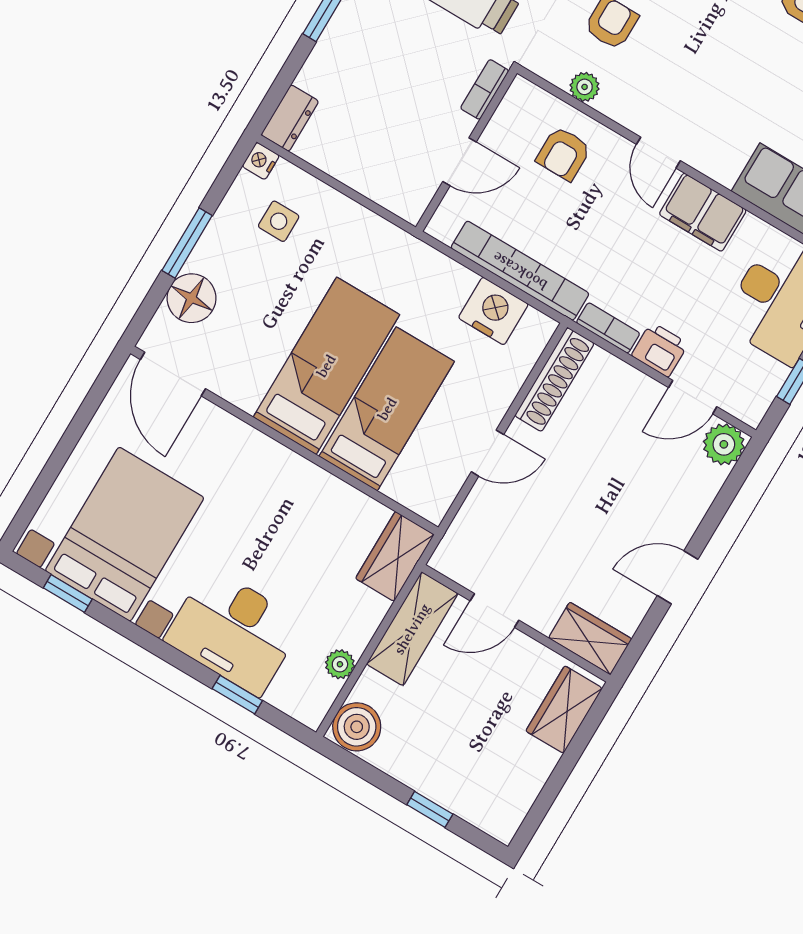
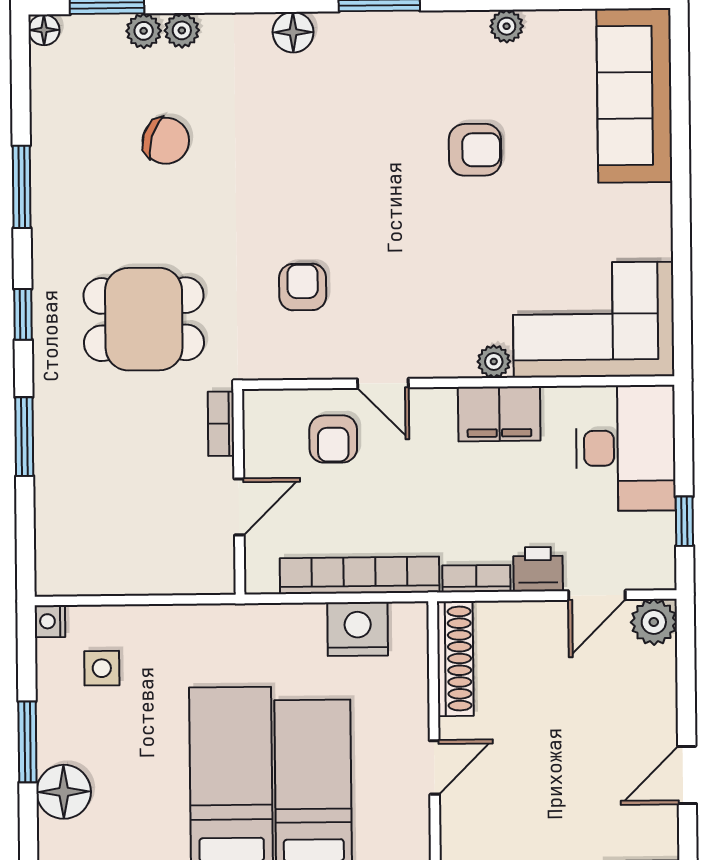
plant: (585, 87) -> (494, 362), moved
dresser: (290, 118) -> (53, 564), removed
door: (658, 153) -> (383, 383), moved

